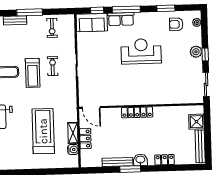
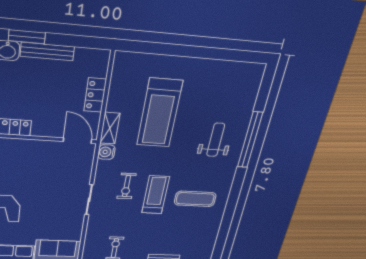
exercise bike: (53, 66) -> (127, 186), moved
shelving: (73, 133) -> (110, 128), moved
water cooler: (73, 150) -> (106, 152), moved

